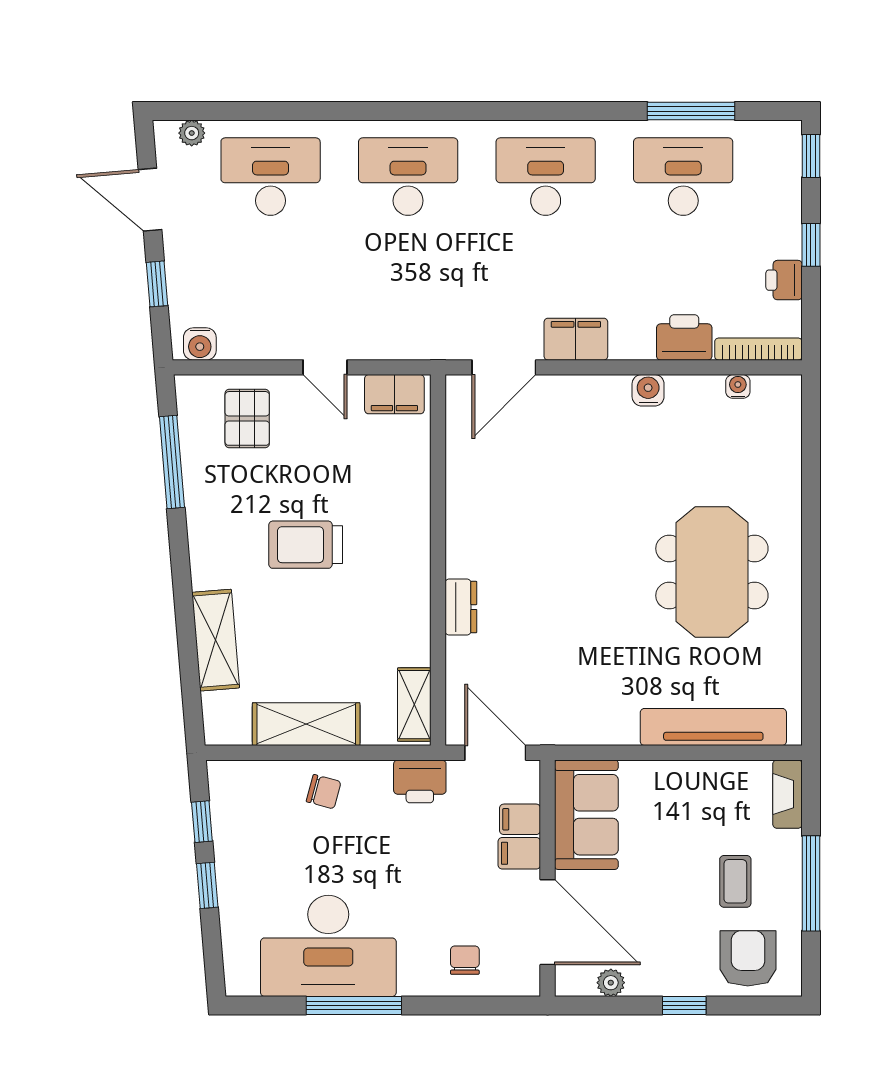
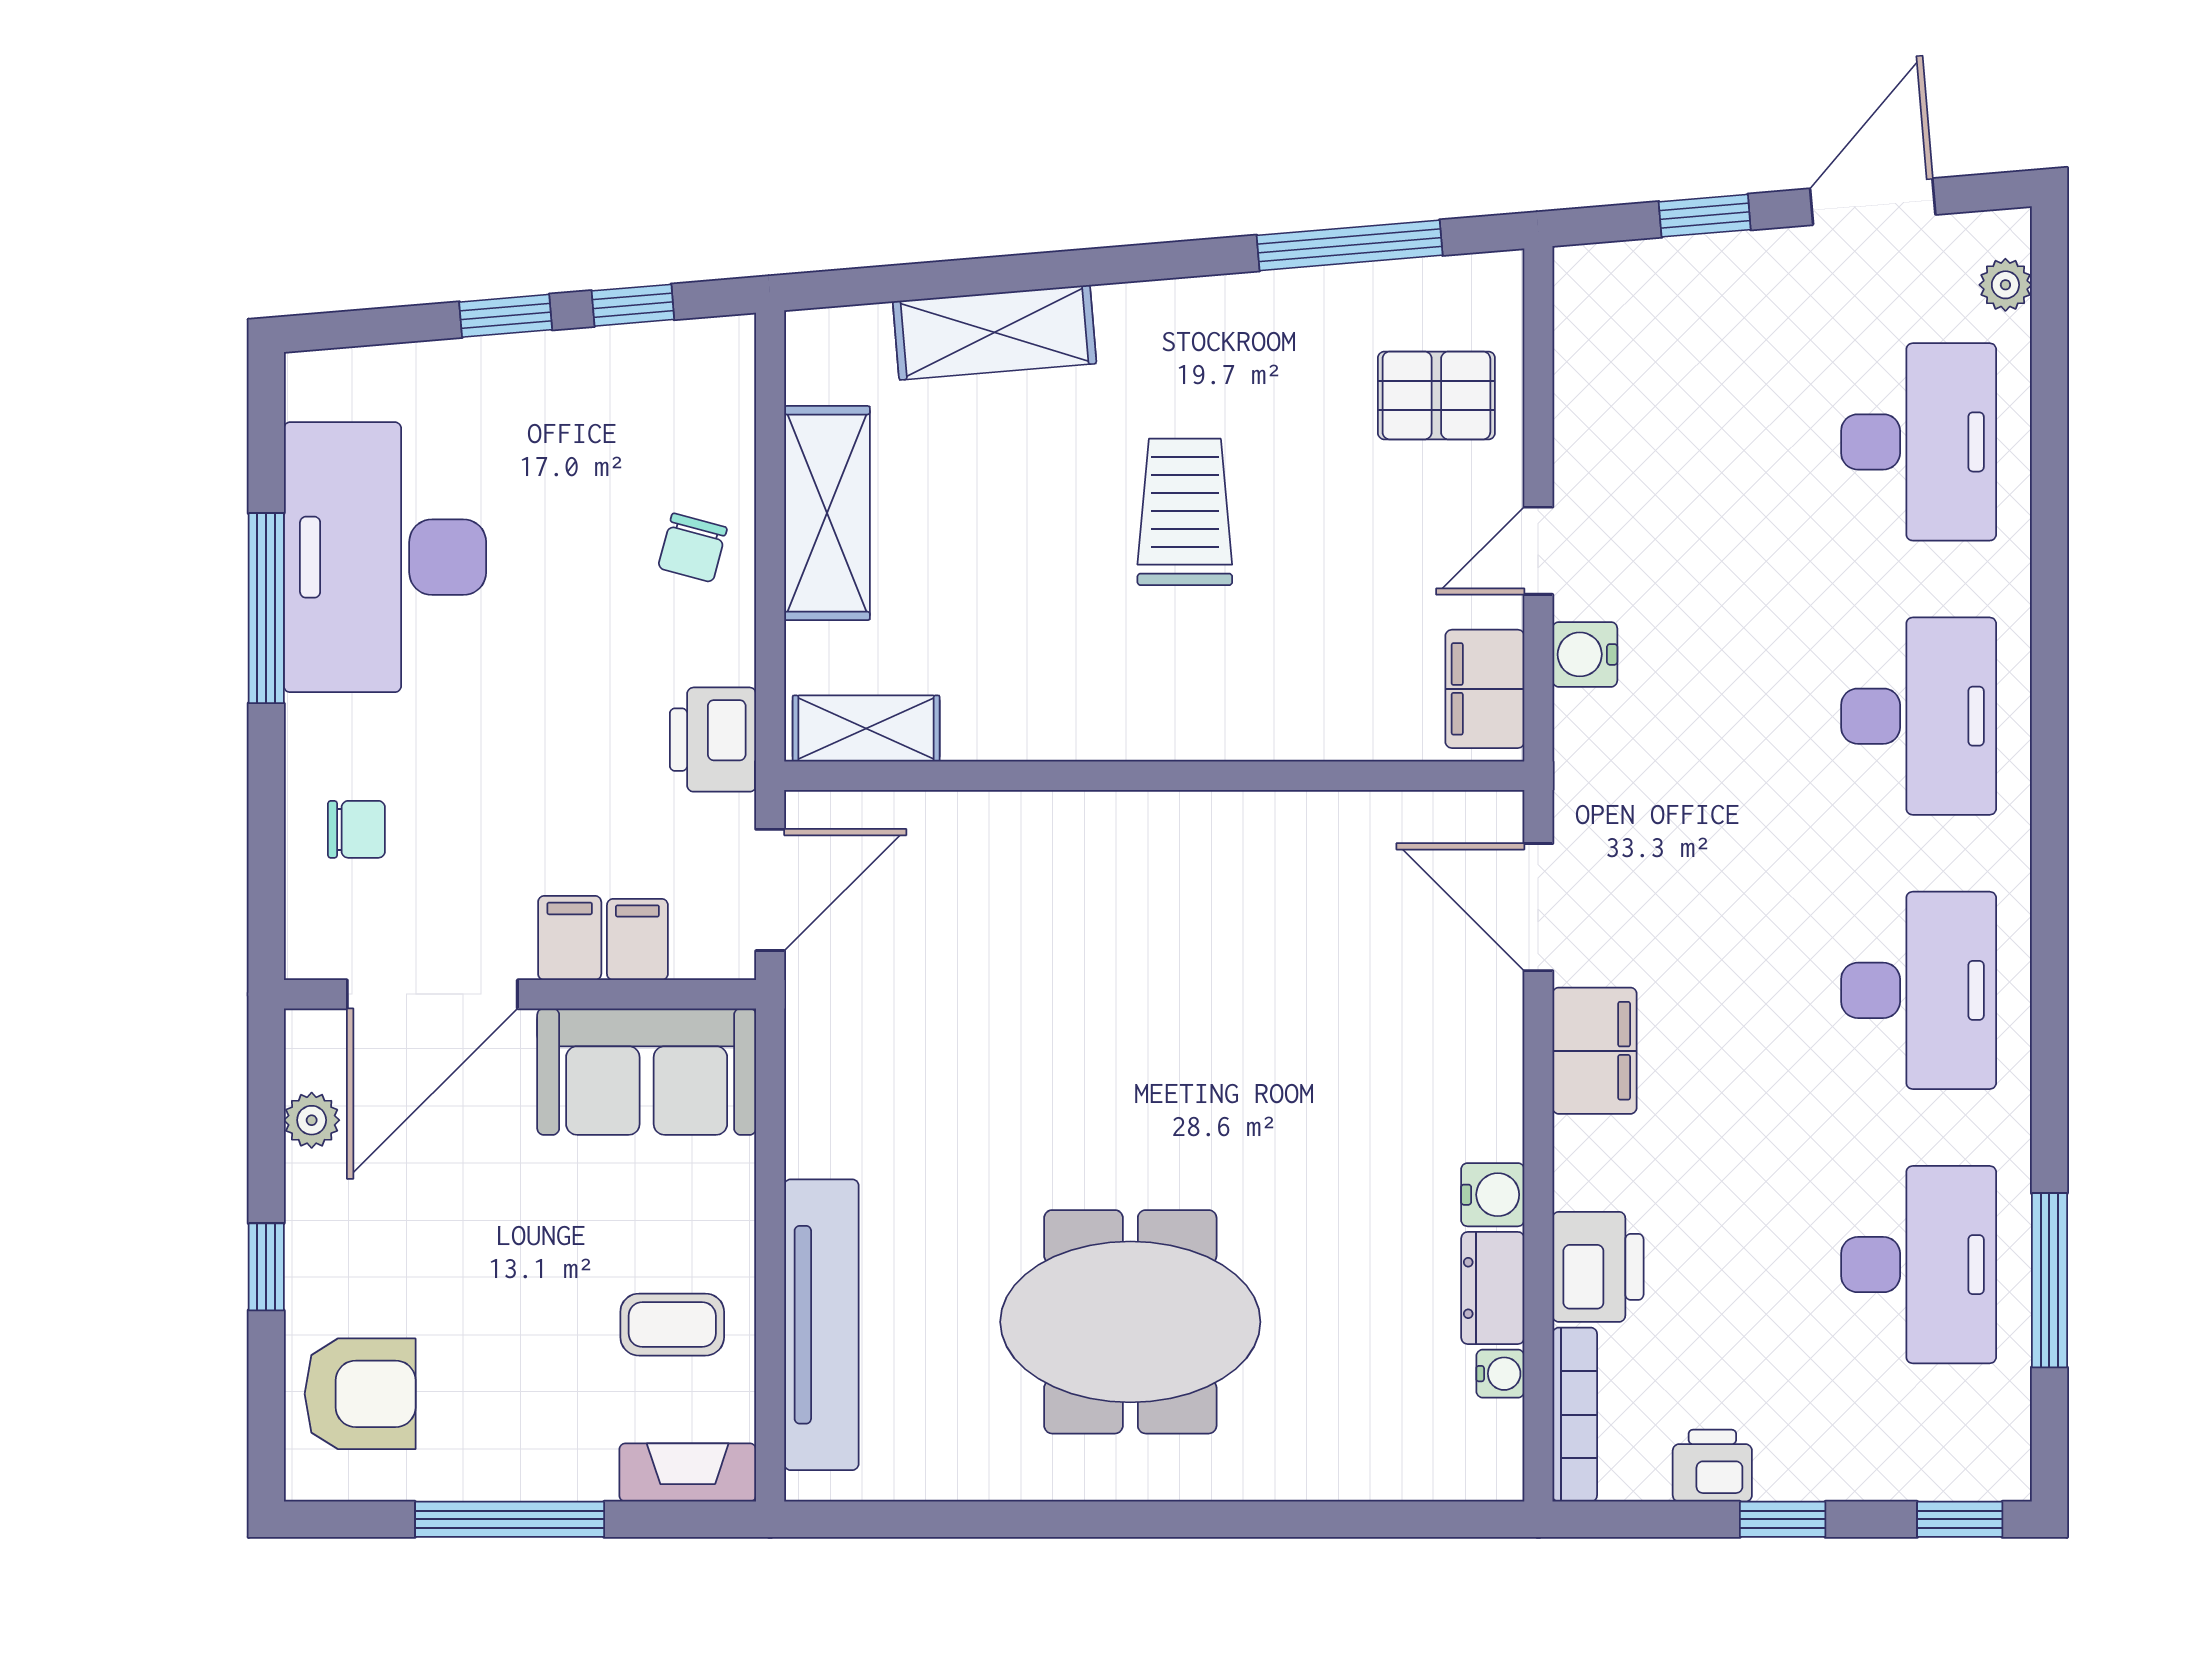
water cooler: (200, 344) -> (1585, 654), moved
dresser: (461, 607) -> (1493, 1288), moved, turned 90
coffee table: (735, 881) -> (672, 1325), moved

